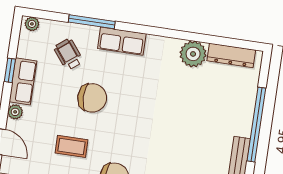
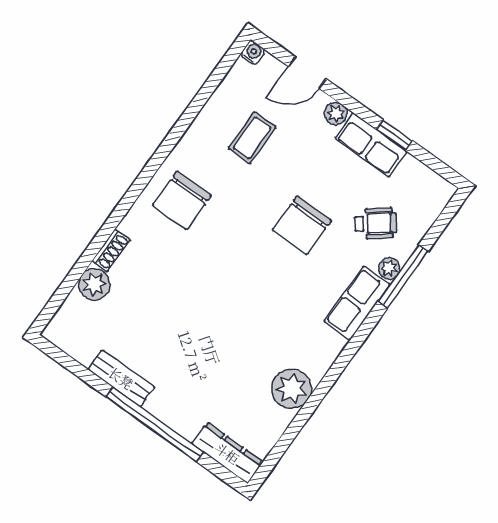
plant: (32, 24) -> (389, 268), moved
dresser: (231, 55) -> (227, 453), moved, turned 90
coffee table: (71, 146) -> (252, 138), moved

